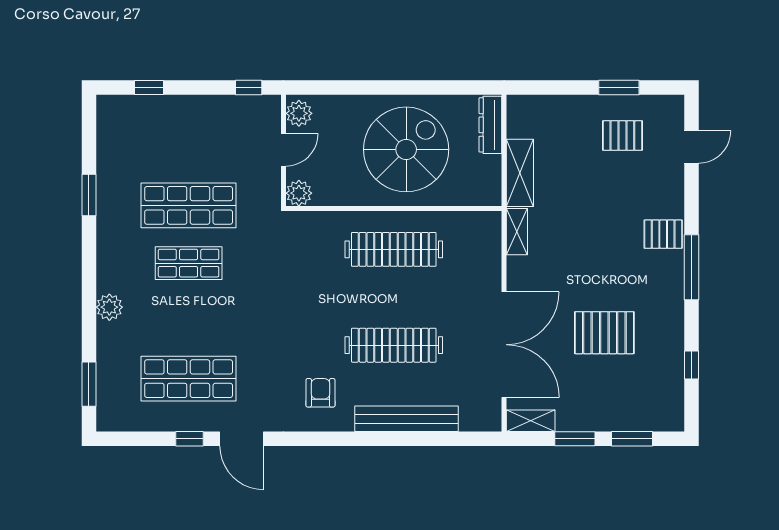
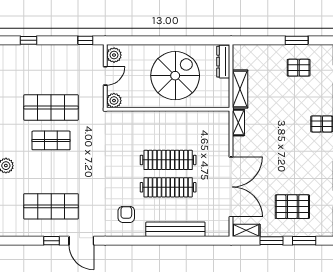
clothes rail: (394, 249) -> (168, 160), moved
pallet: (604, 333) -> (292, 207), moved

